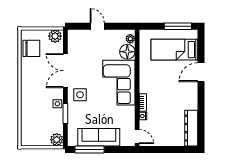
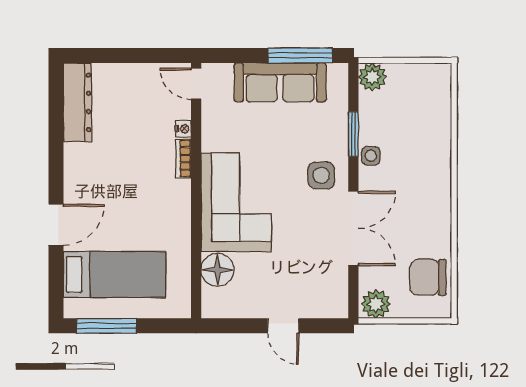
plant: (130, 39) -> (211, 298), removed

